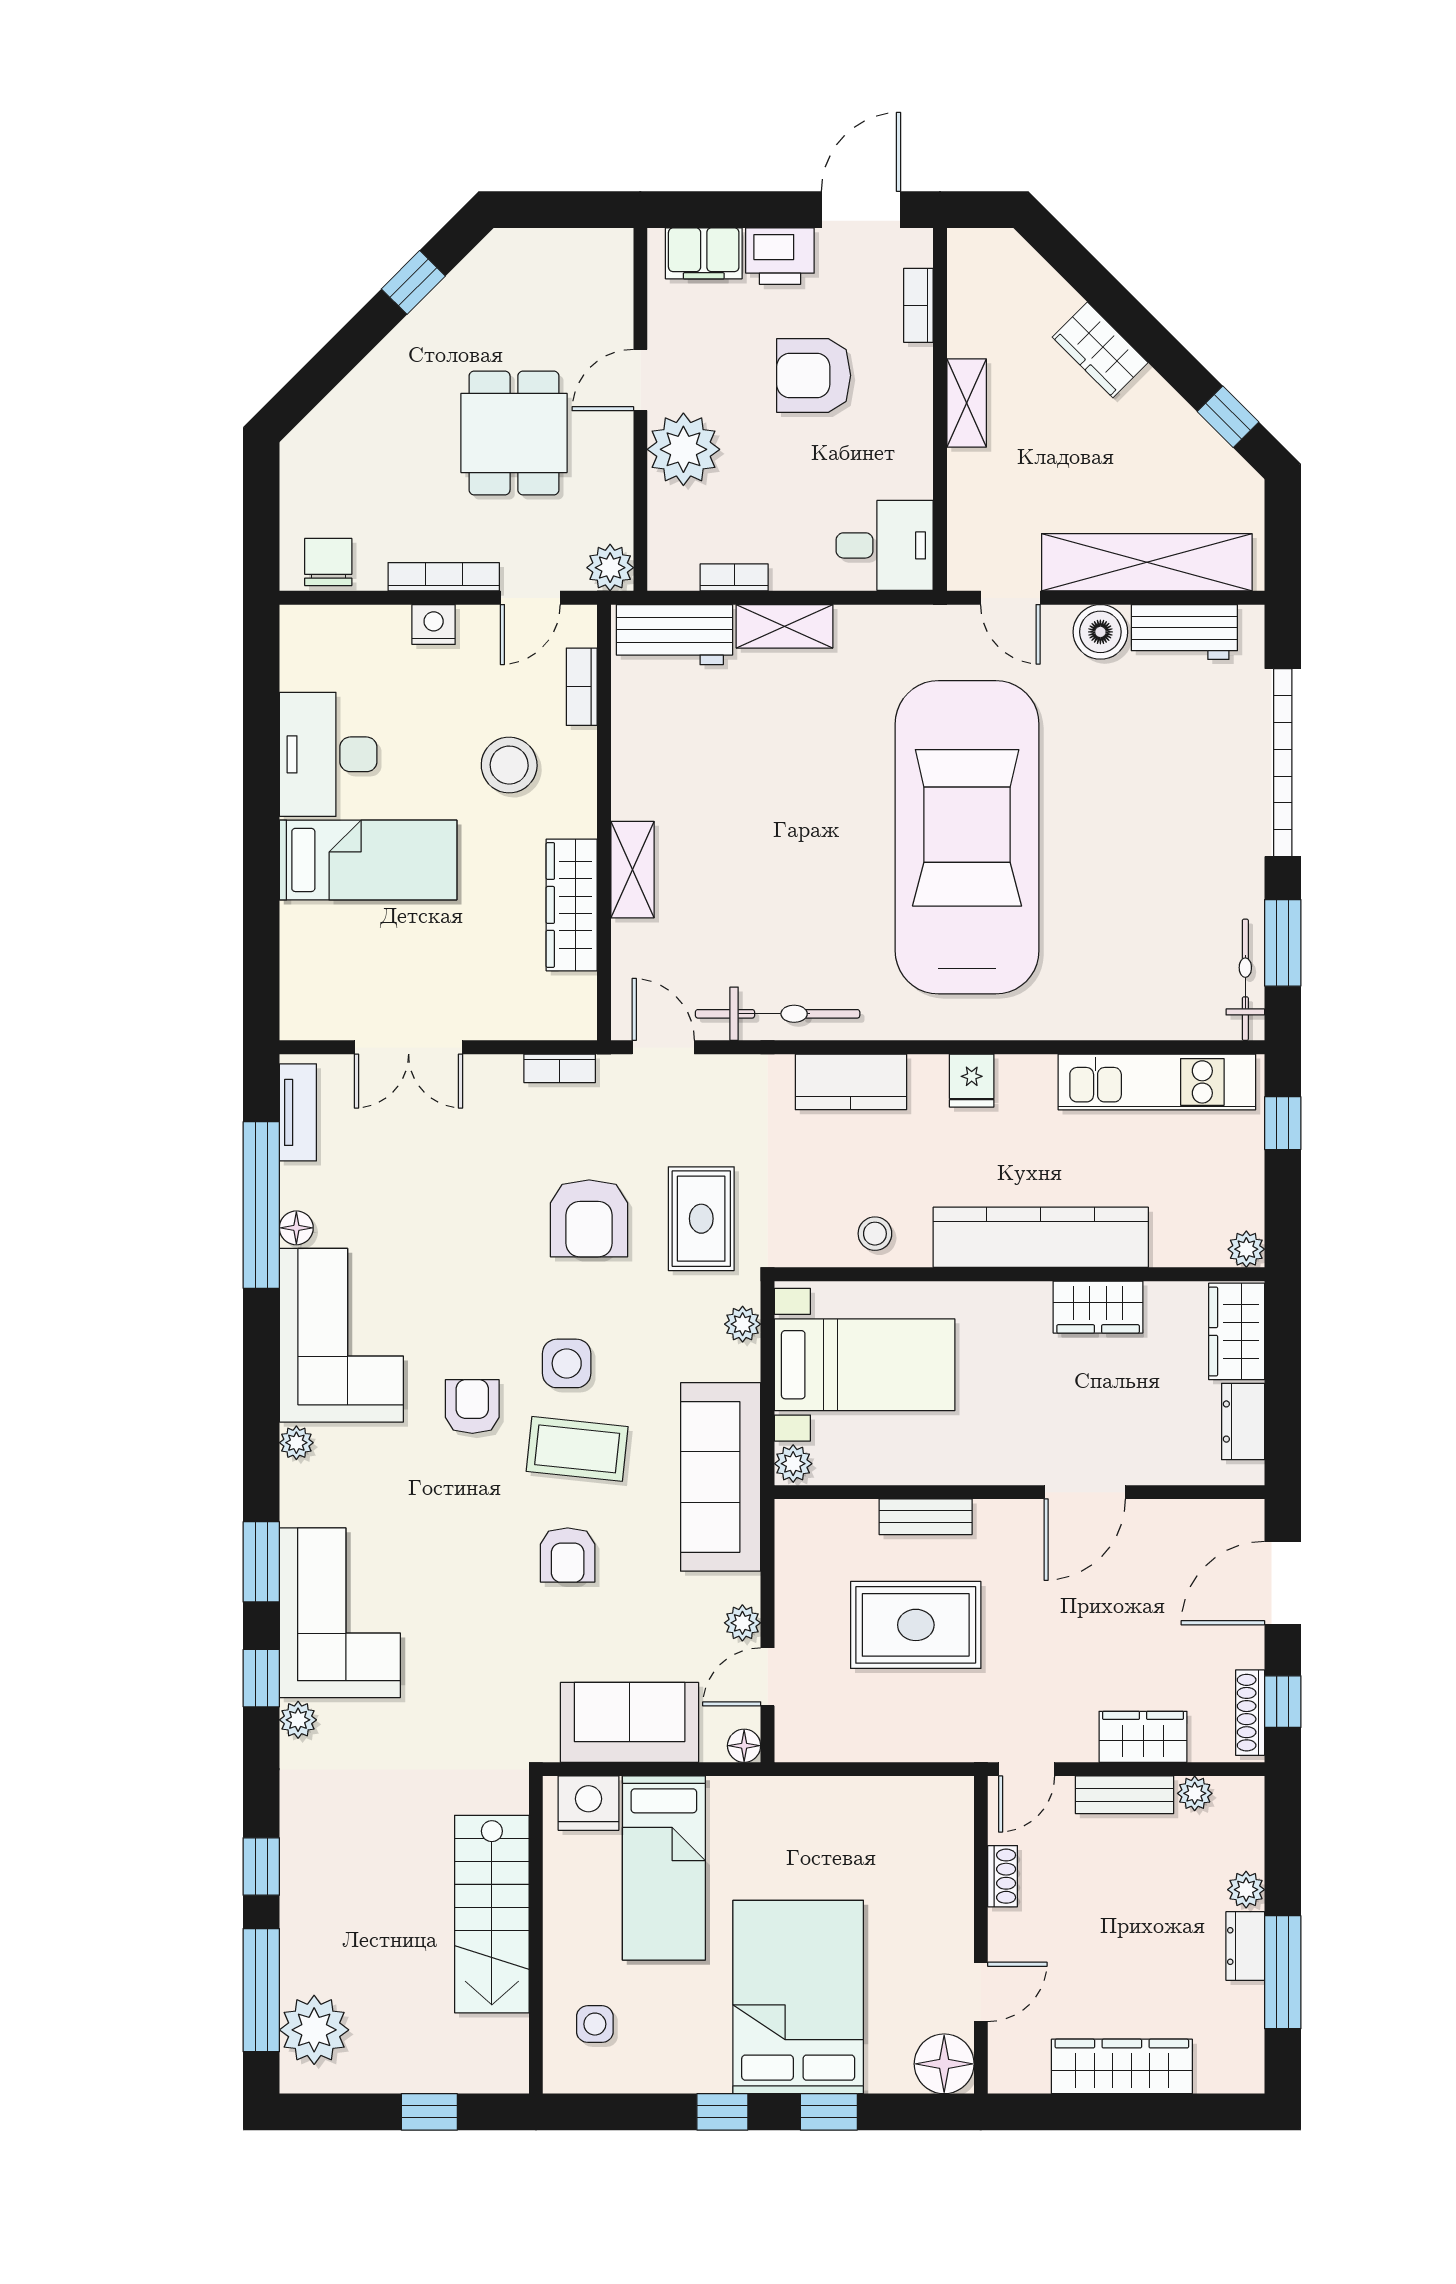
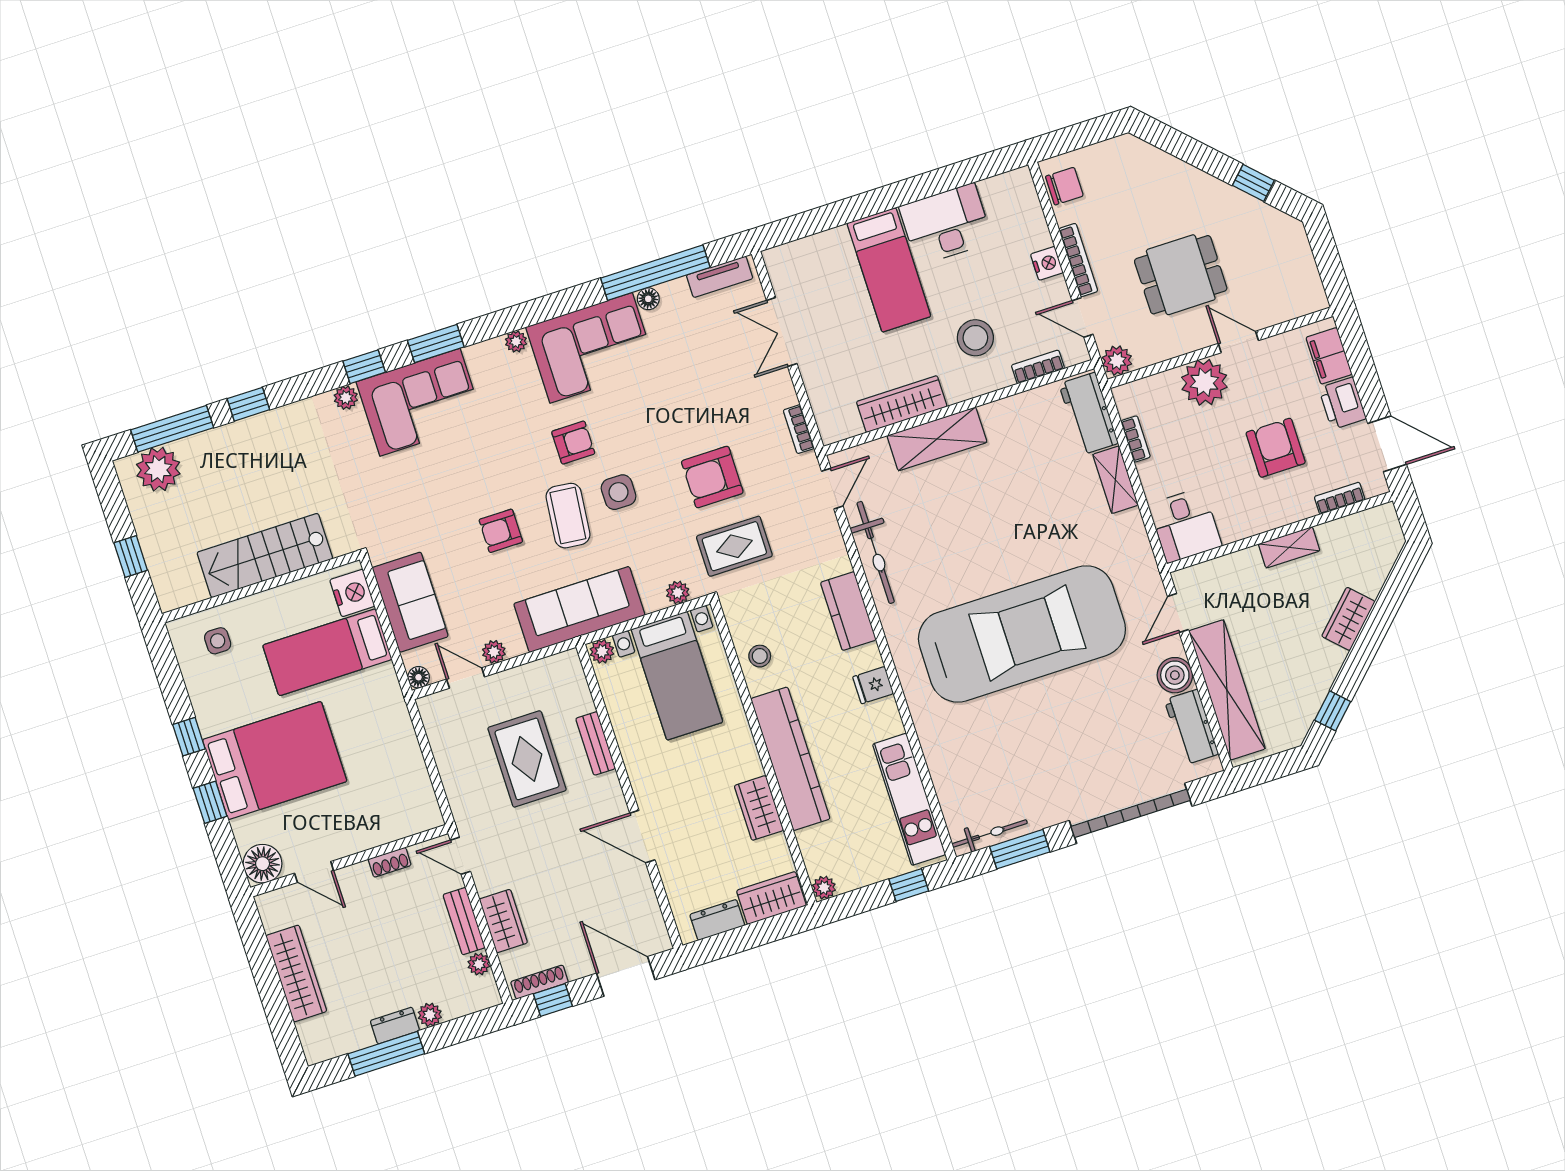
shelving: (633, 870) -> (937, 439), width x1.50, depth x1.33

